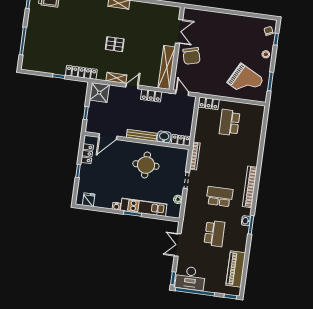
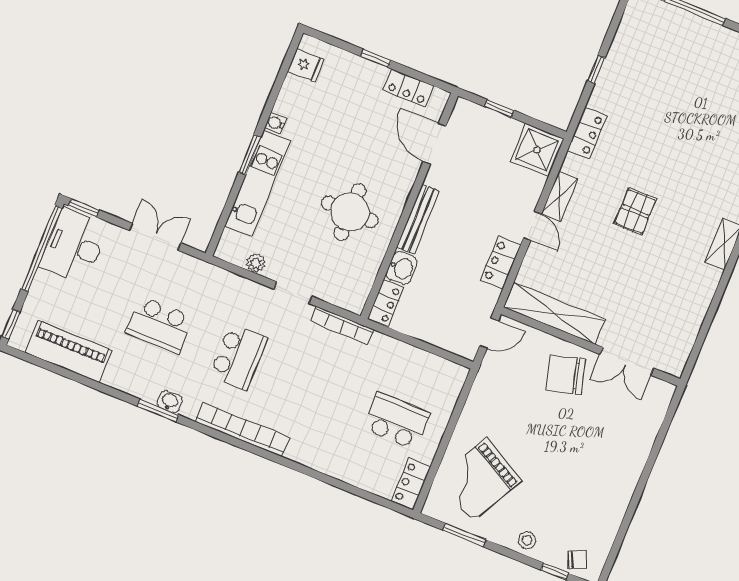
locker: (81, 72) -> (587, 133), width x0.66
locker: (209, 103) -> (411, 484), moved

